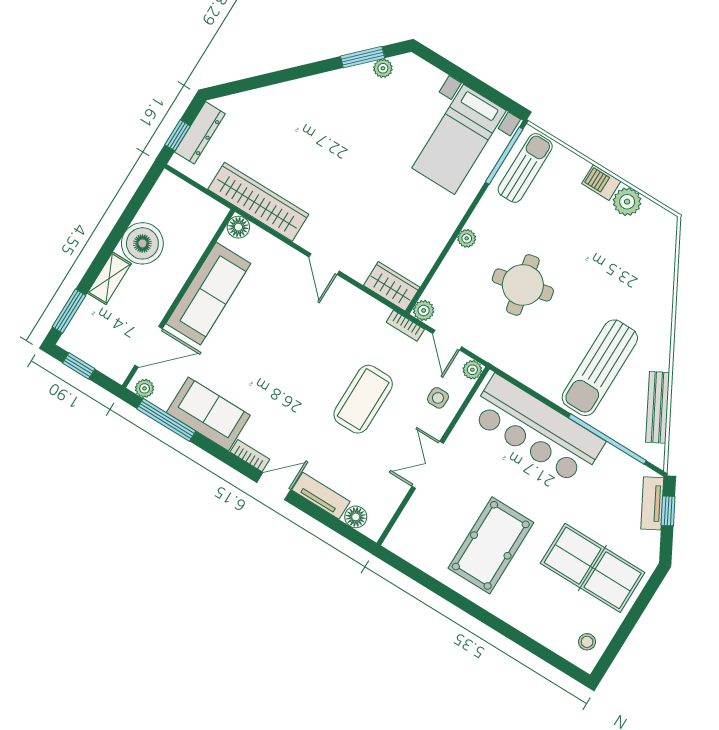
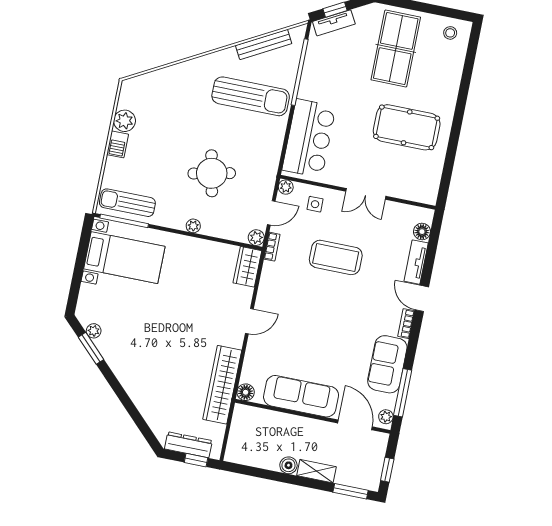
boiler: (142, 243) -> (288, 465), width x0.54, depth x0.54
bar counter: (537, 430) -> (309, 138), width x0.73

